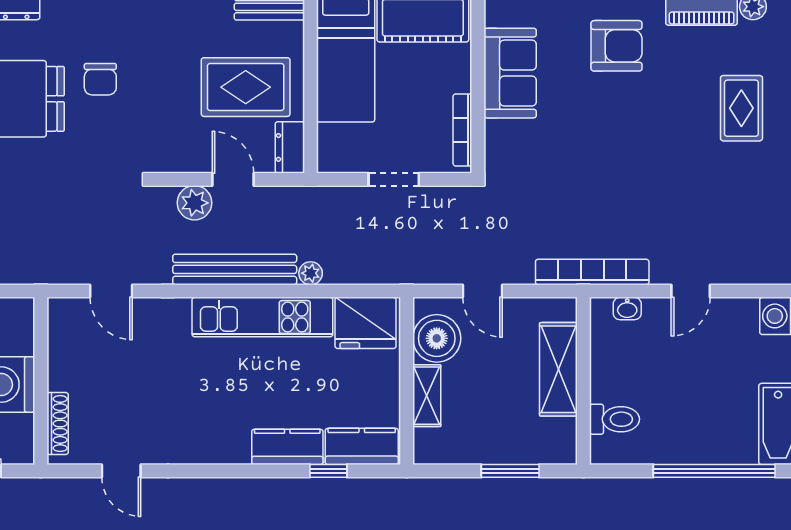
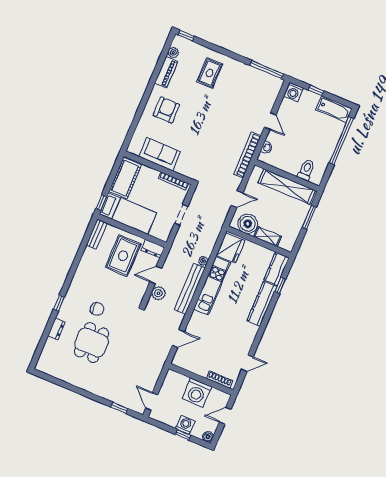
rug: (741, 108) -> (210, 73), turned 90
shelving: (558, 369) -> (287, 187), width x1.47
kitchen counter: (287, 447) -> (262, 304), width x1.50

